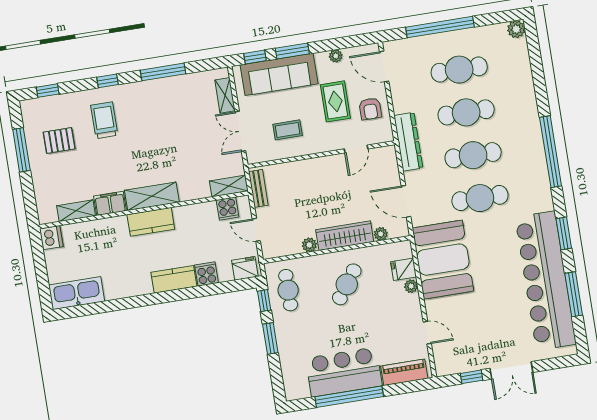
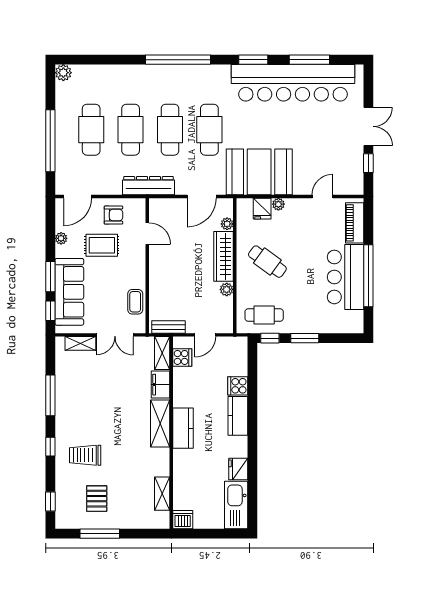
coffee table: (288, 130) -> (135, 302), moved
filing cabinet: (110, 203) -> (161, 385), moved
fridge: (245, 268) -> (238, 469), moved

